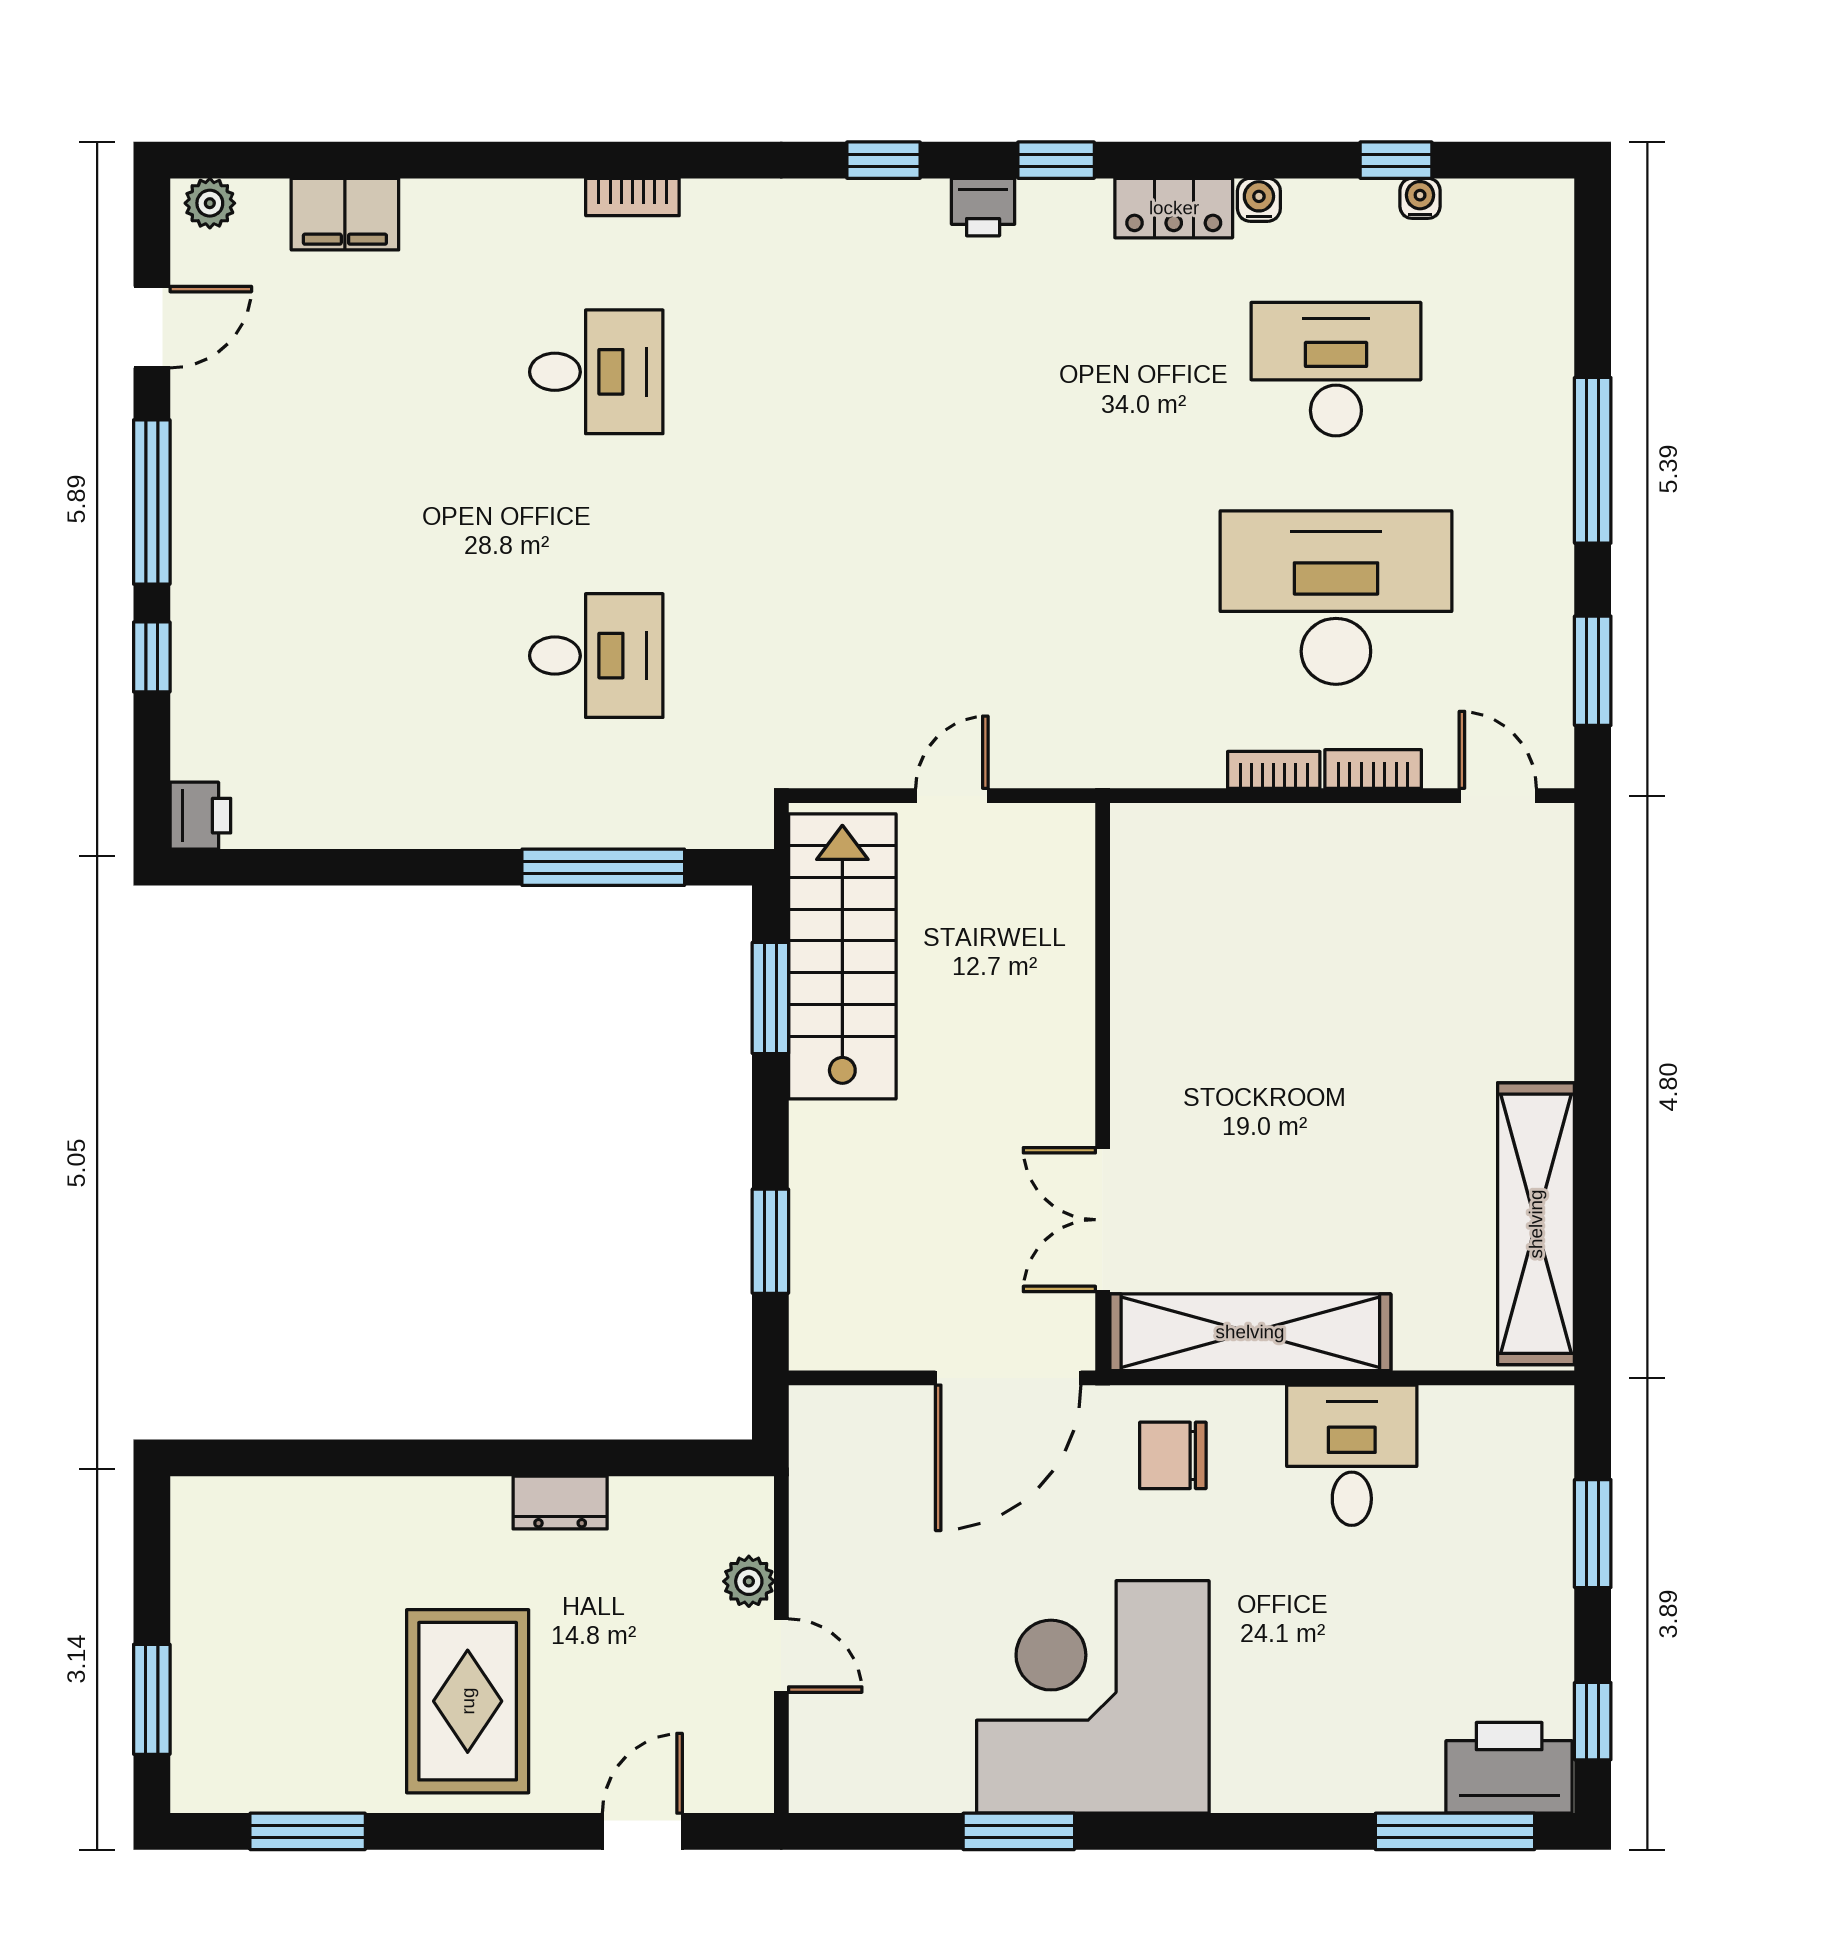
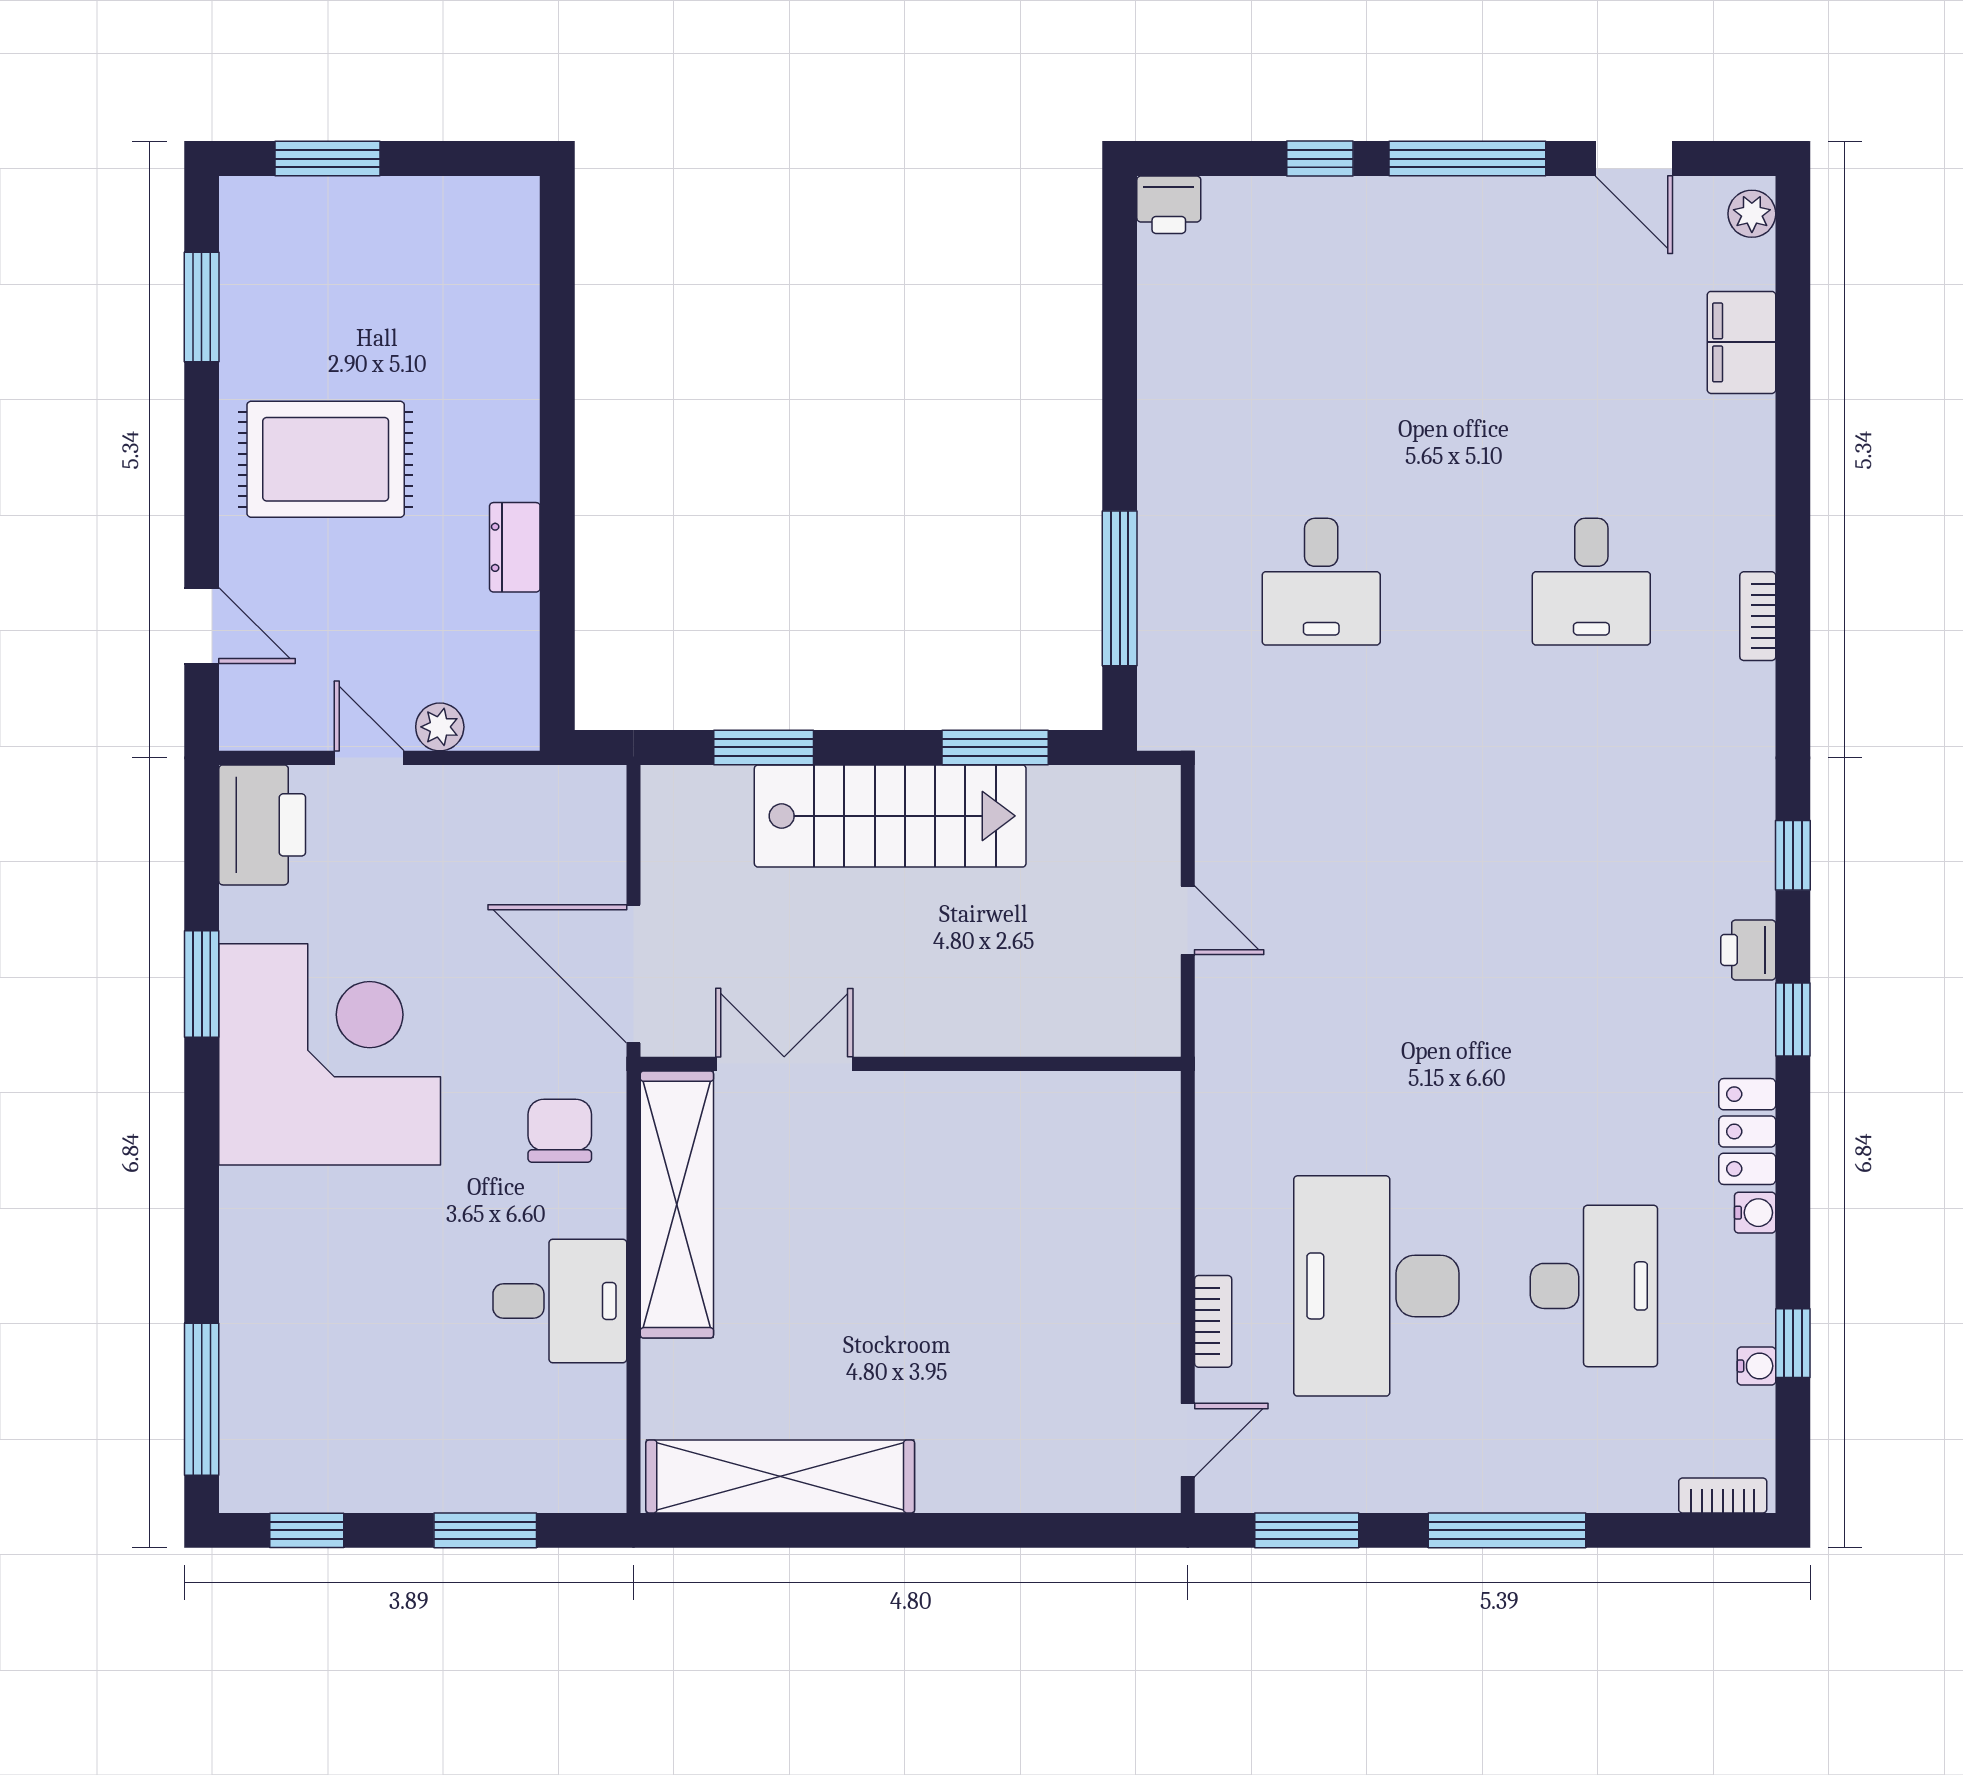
desk: (1336, 598) -> (1376, 1286), turned 180
bookcase: (1274, 770) -> (1723, 1495), moved, turned -90
stairs: (842, 956) -> (890, 816), moved
door: (781, 1656) -> (369, 758), swing flipped
printer: (1509, 1768) -> (262, 825), moved

